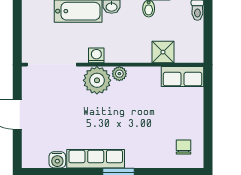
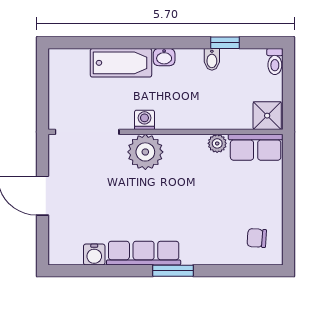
shower: (163, 52) -> (267, 116), moved
plant: (119, 74) -> (217, 143), moved
chair: (183, 147) -> (257, 238), turned -86

